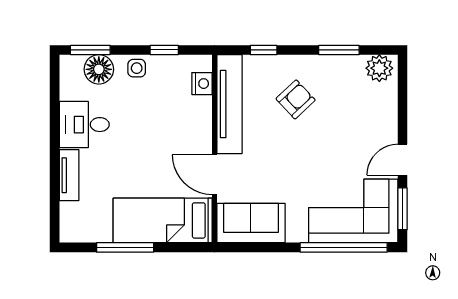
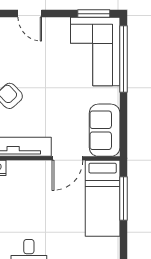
door: (403, 160) -> (30, 14), moved
window: (125, 247) -> (123, 199), moved

